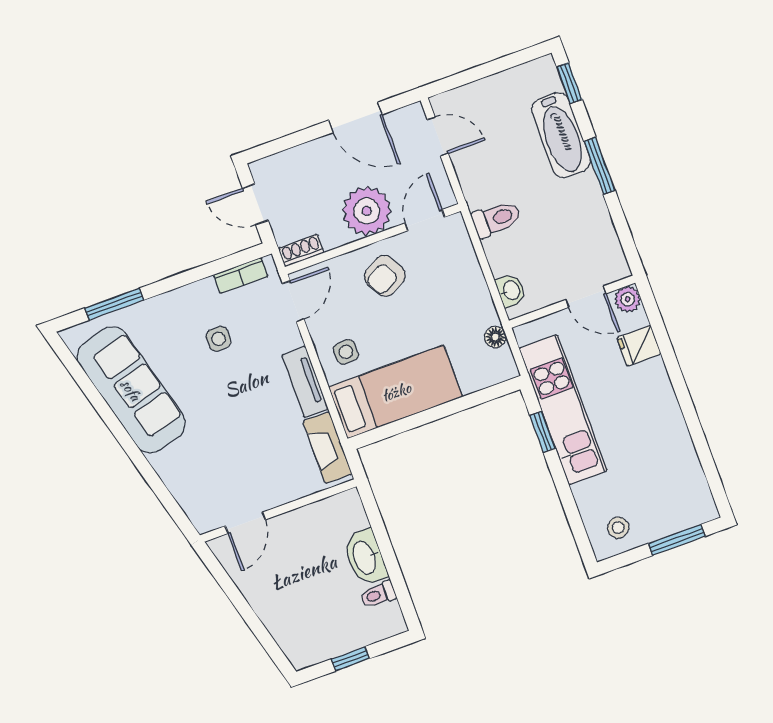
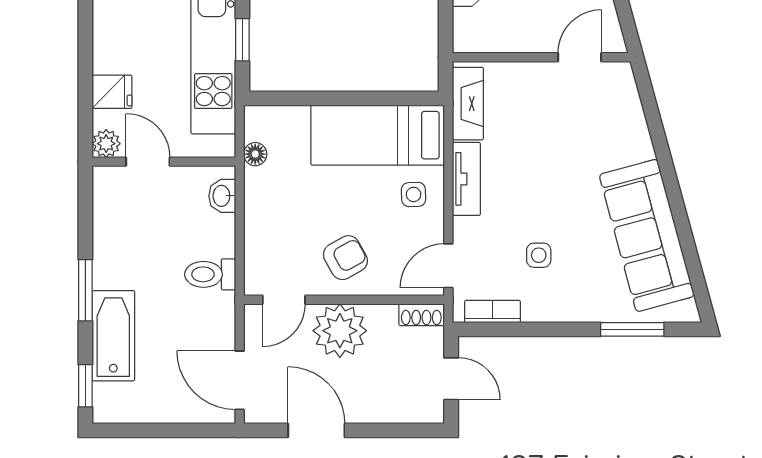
door: (438, 137) -> (240, 380), width x1.37

